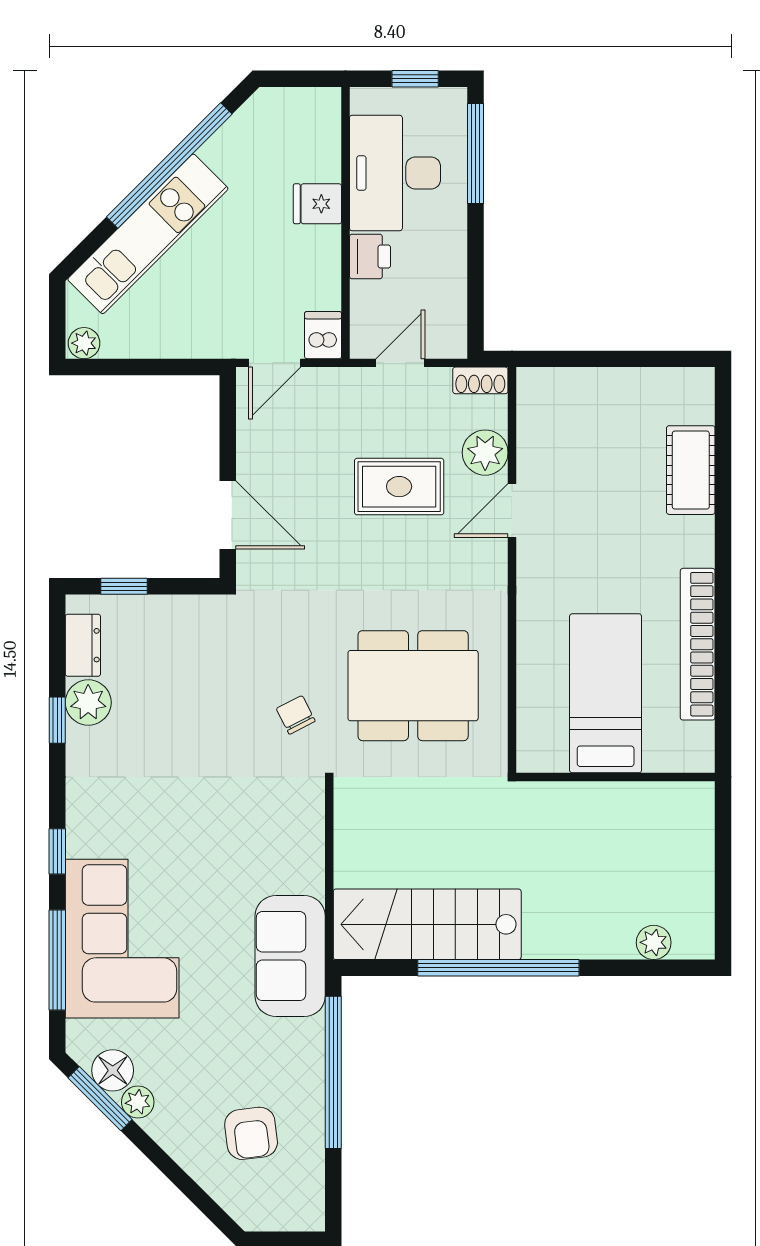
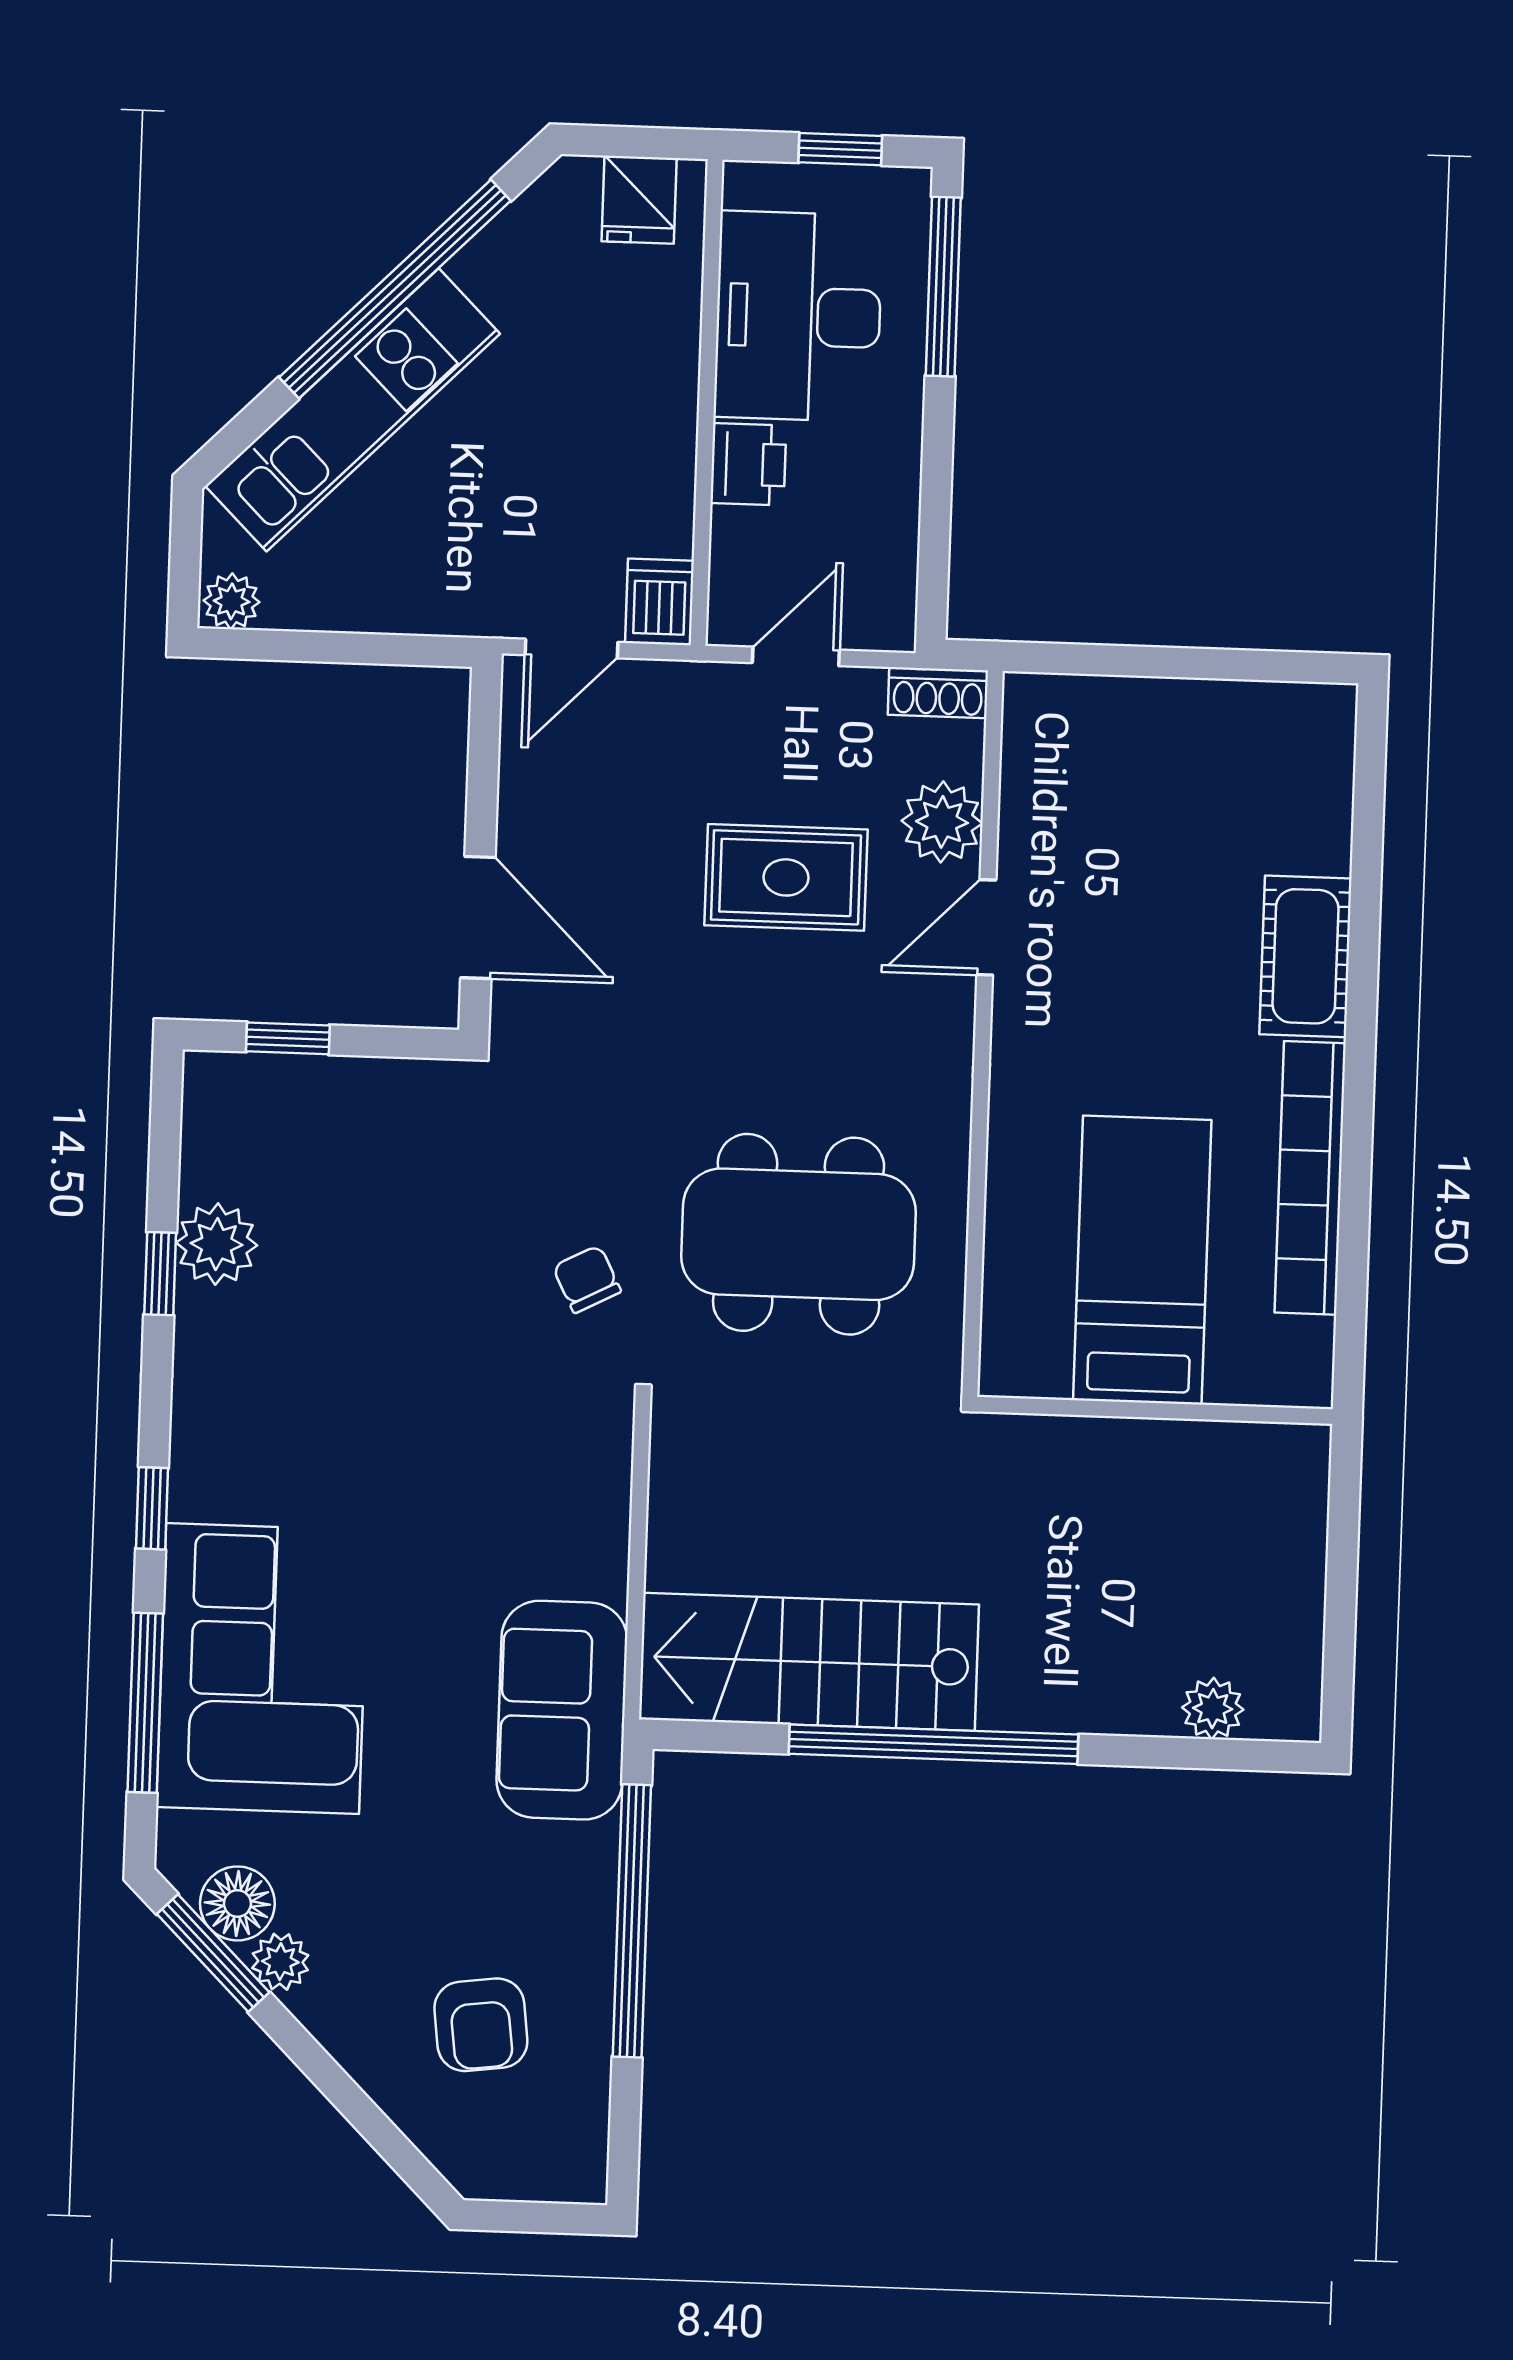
fridge: (317, 204) -> (639, 200), moved, turned -90
cot: (691, 470) -> (1305, 956), moved
dresser: (83, 645) -> (211, 1141), removed

